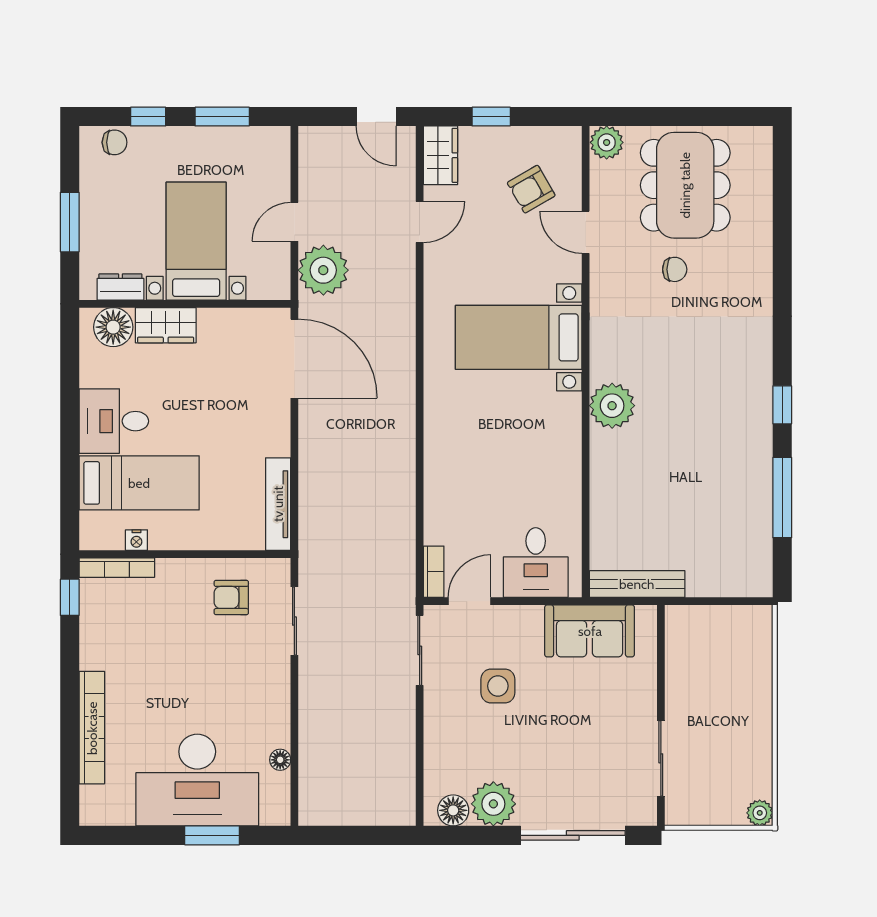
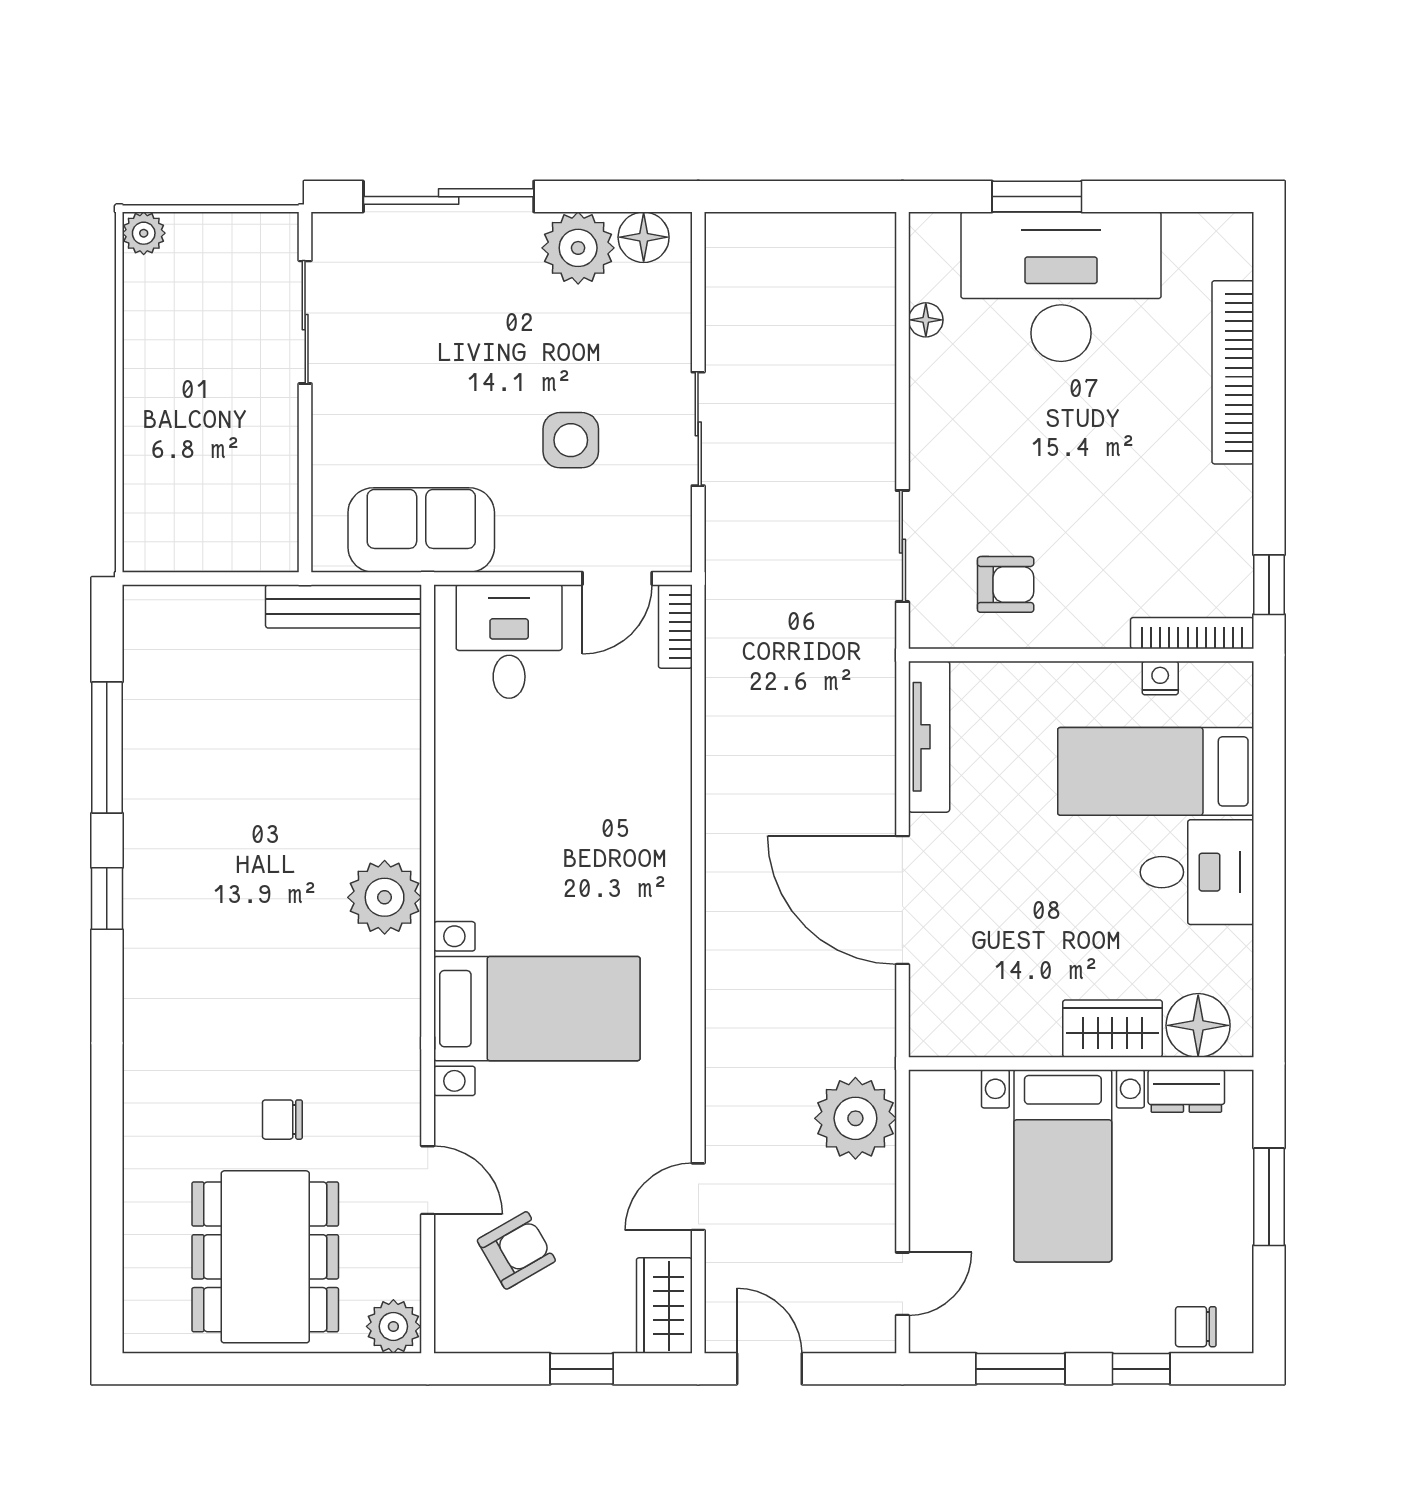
door: (294, 222) -> (902, 1284), moved
door: (294, 359) -> (902, 900), moved
sliding door: (420, 650) -> (698, 429), moved

